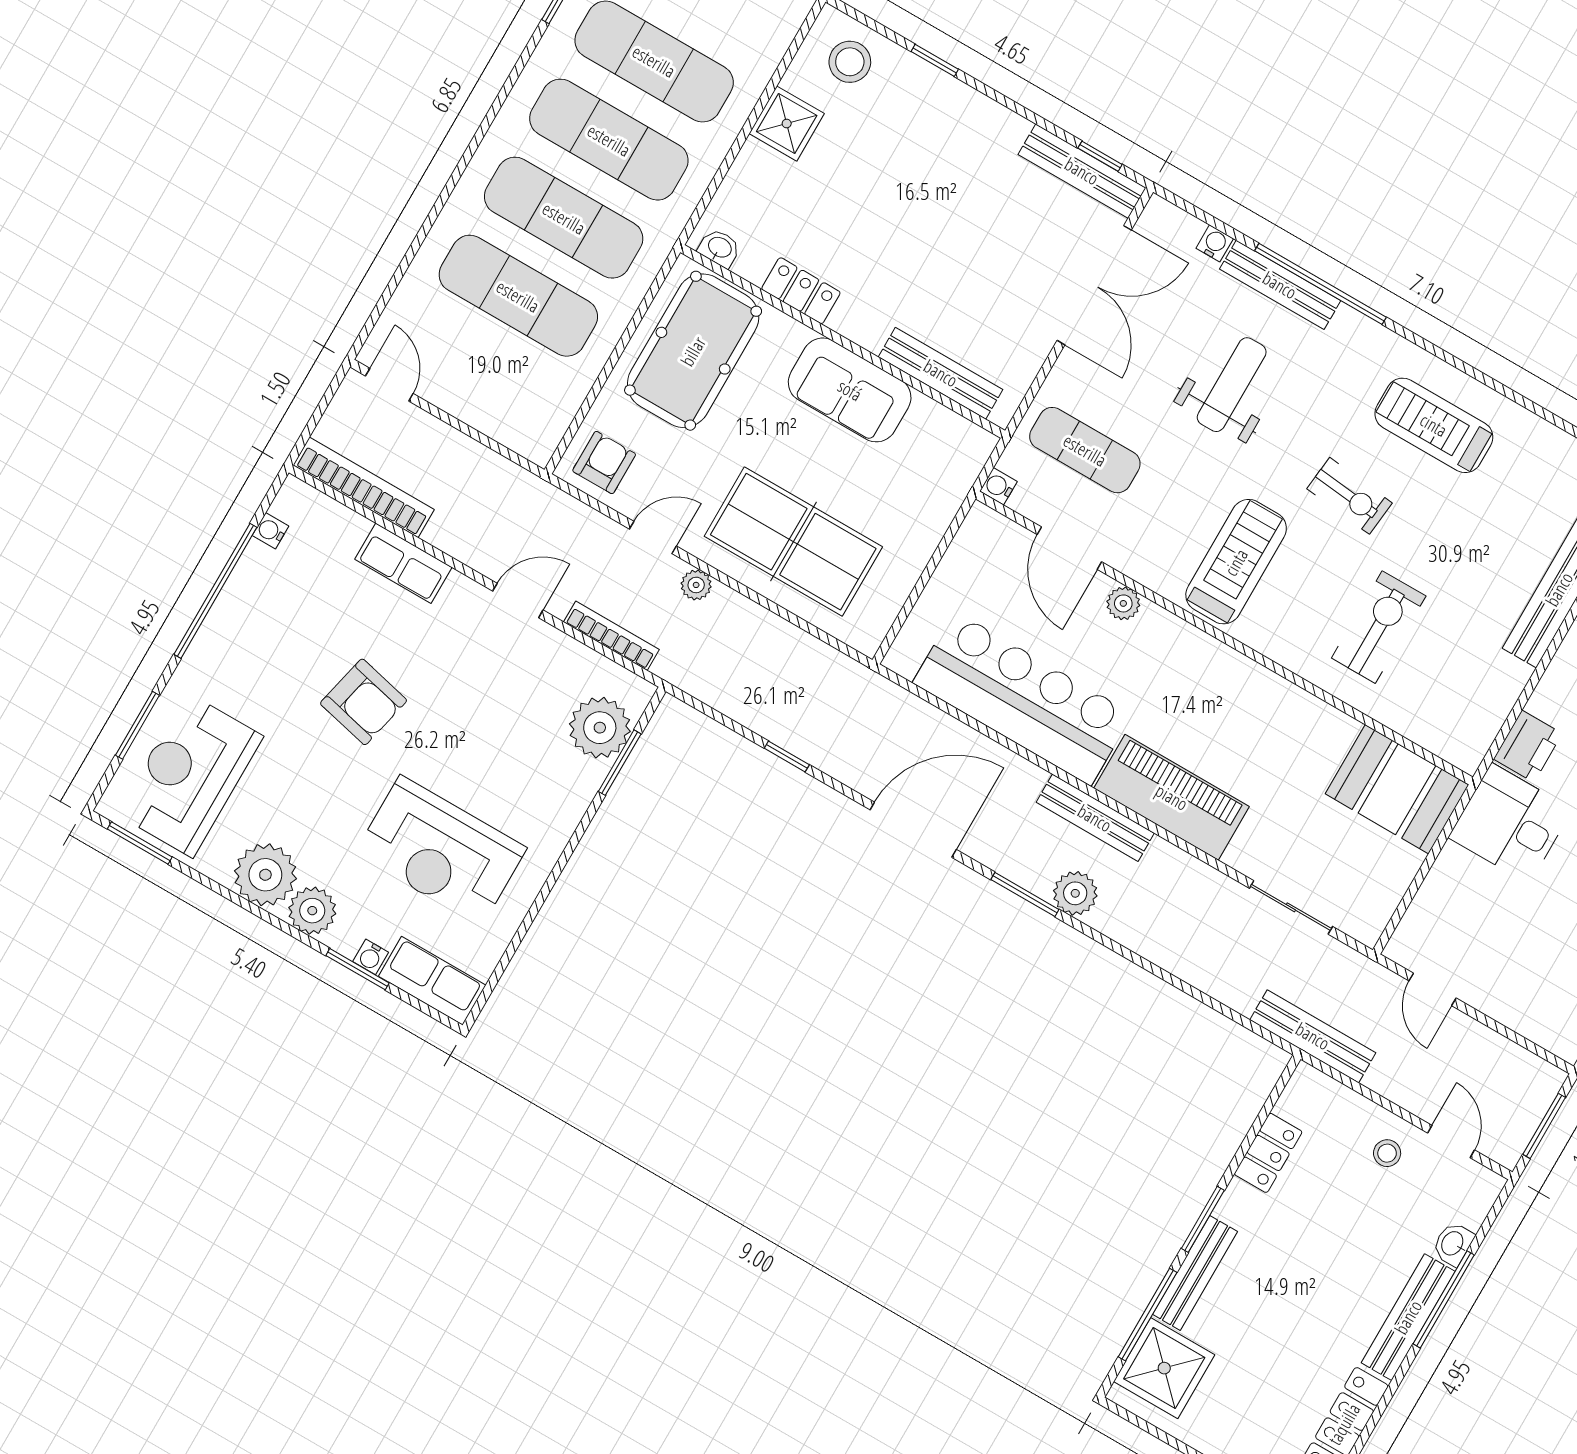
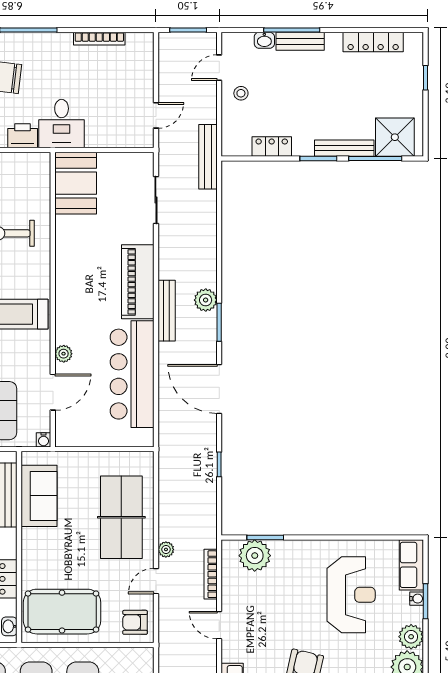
sofa: (850, 390) -> (39, 496), moved
door: (653, 538) -> (156, 581), hinge flipped
bench: (1408, 1317) -> (300, 41), width x0.73

